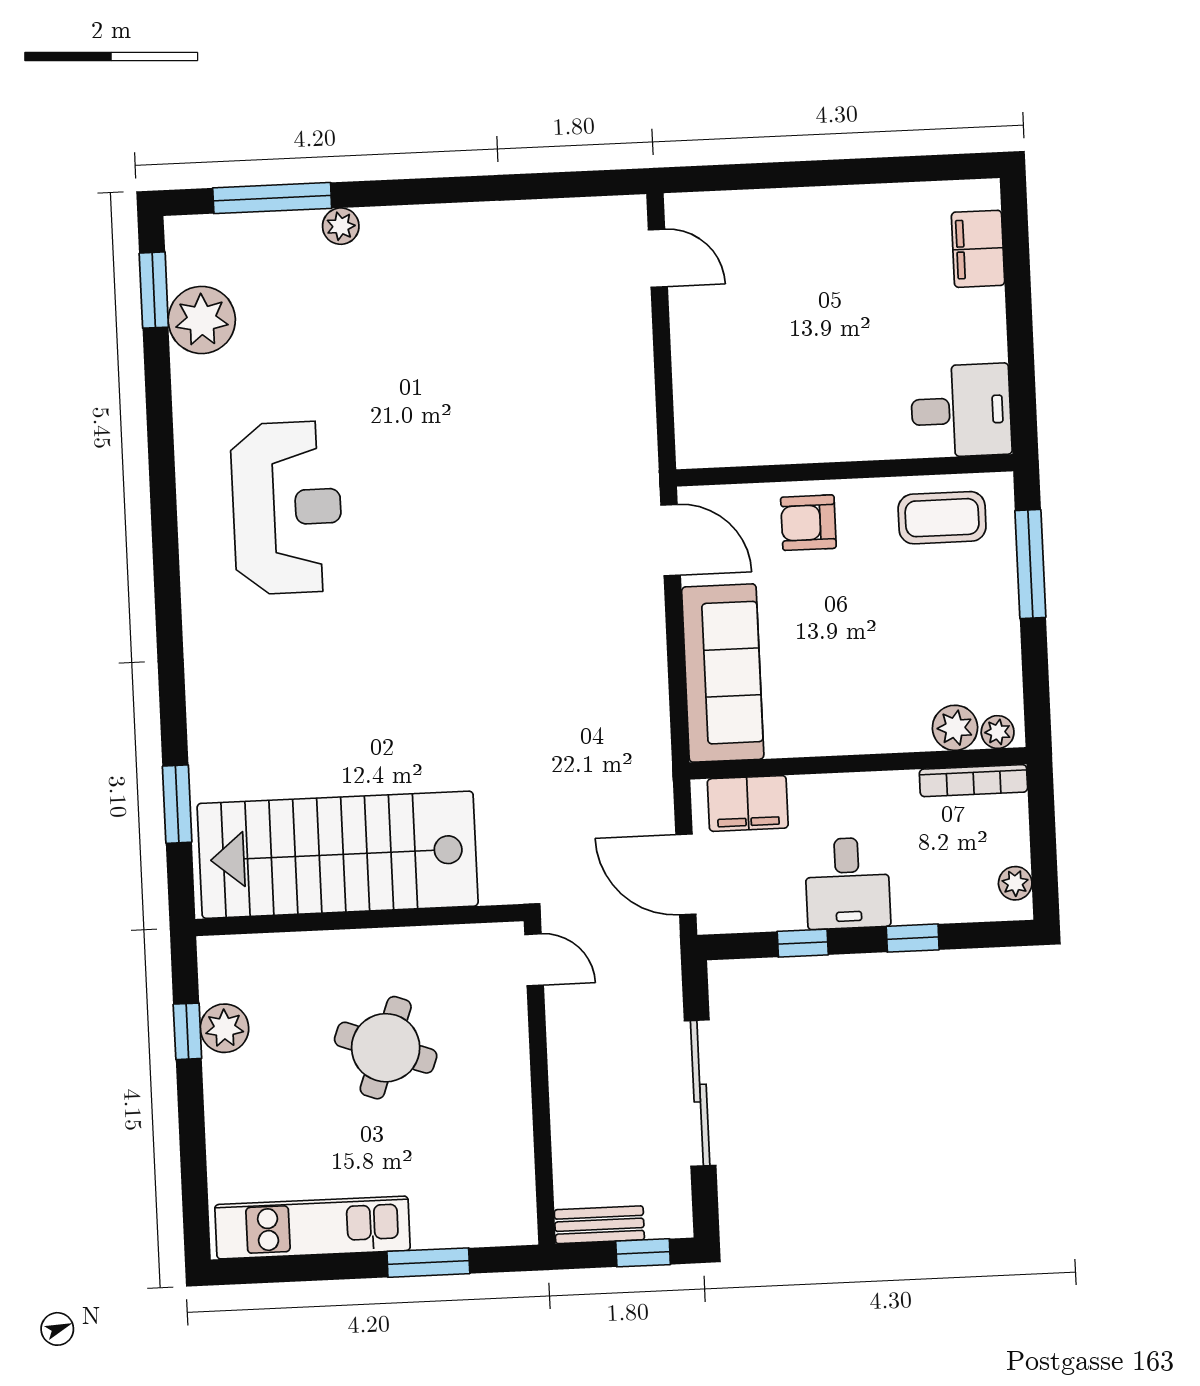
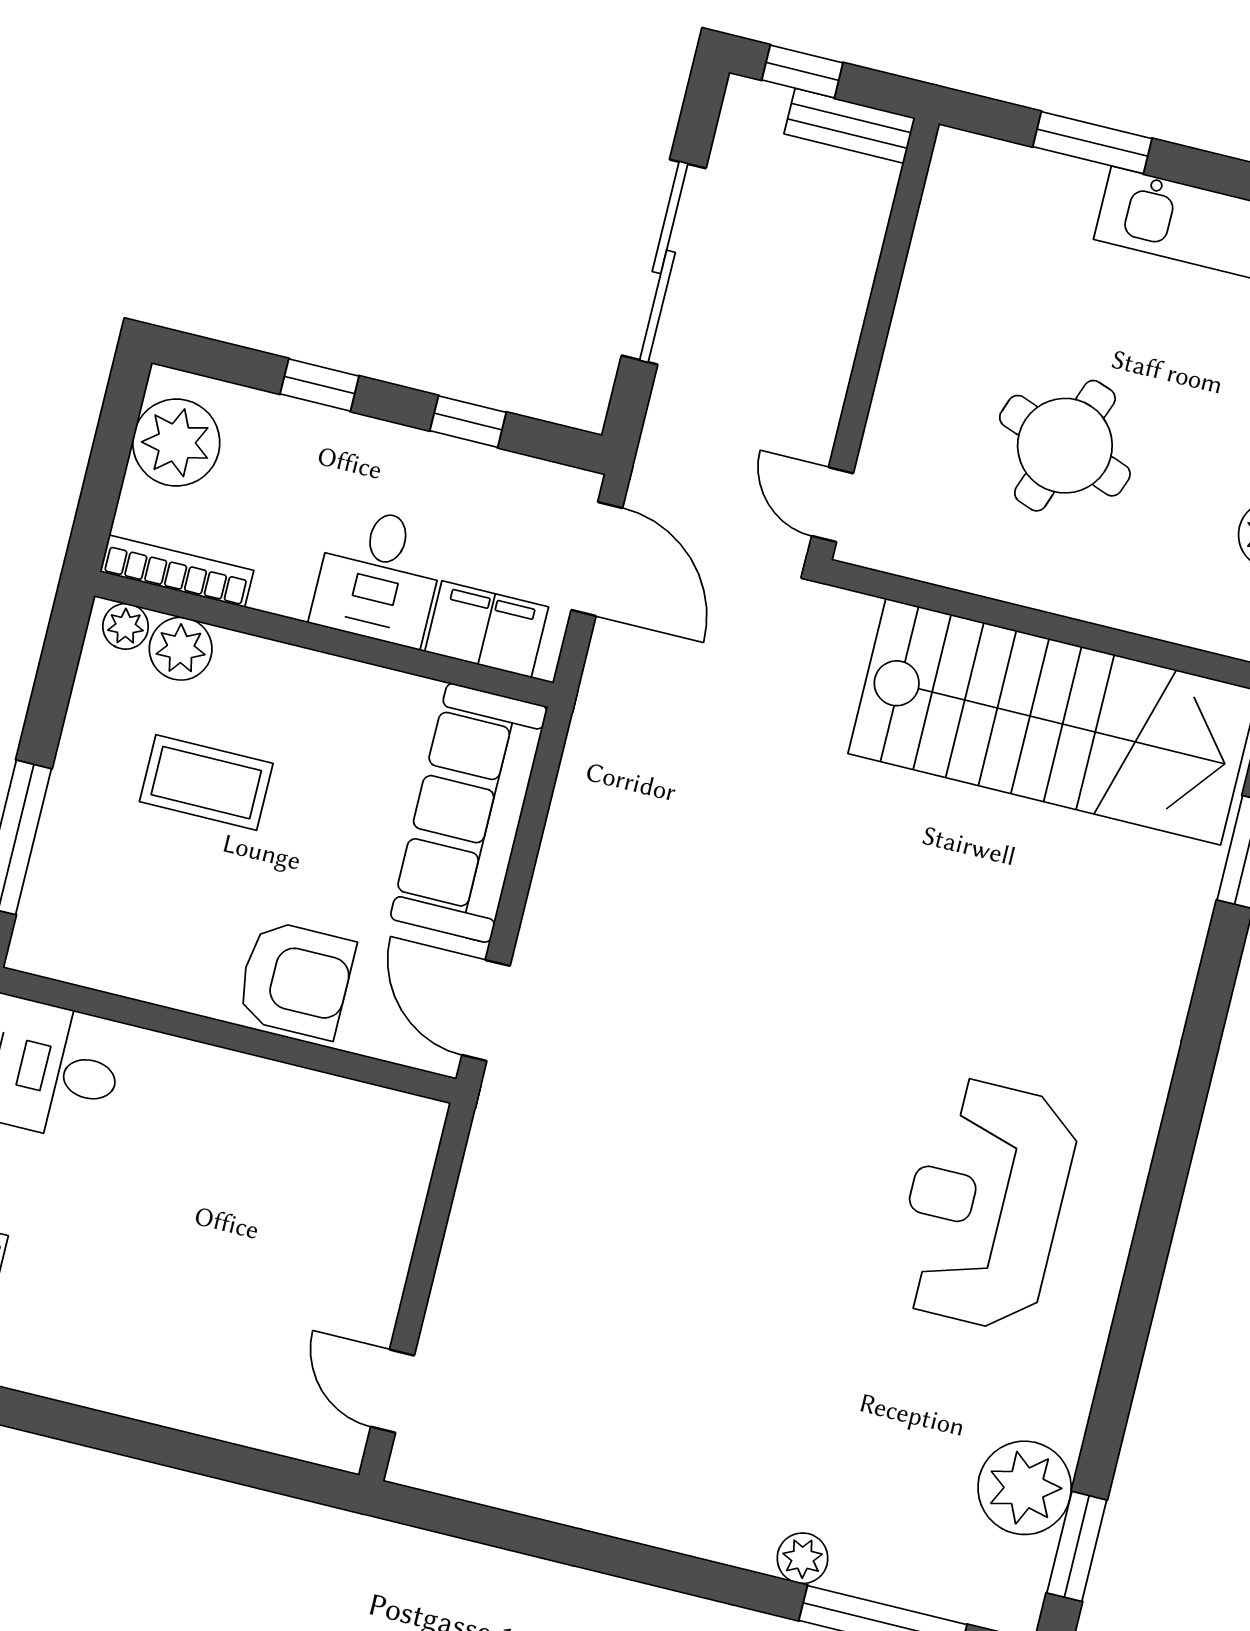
coffee table: (942, 518) -> (206, 783), moved
armchair: (808, 523) -> (296, 980), width x1.38, depth x1.38
desk: (848, 883) -> (379, 576), moved, turned 180
plant: (1015, 883) -> (176, 443), width x1.88, depth x1.88

